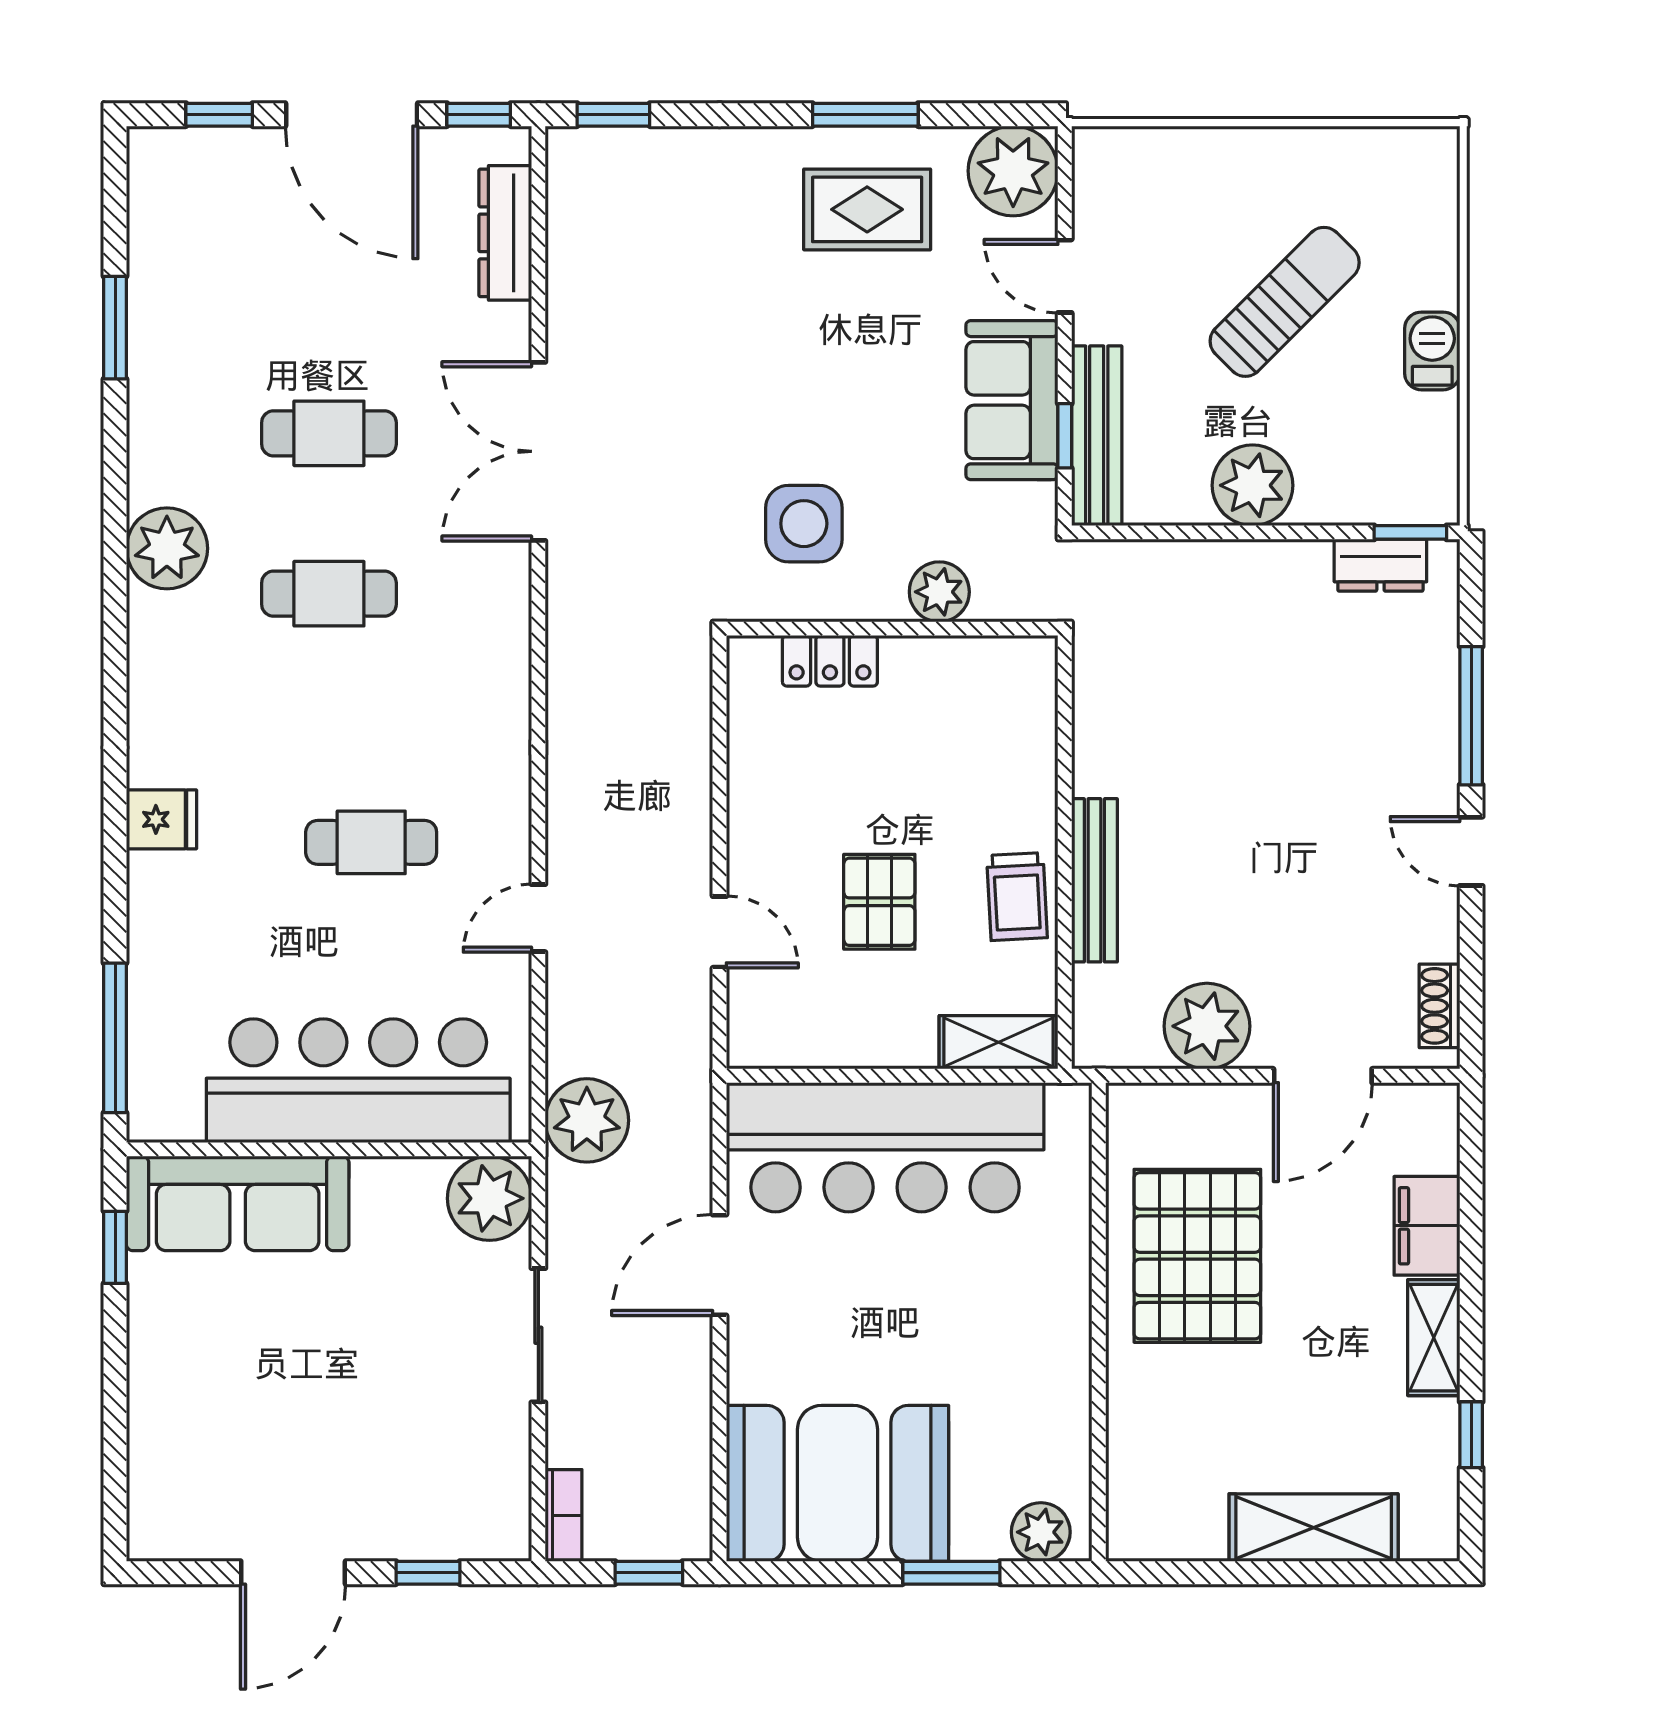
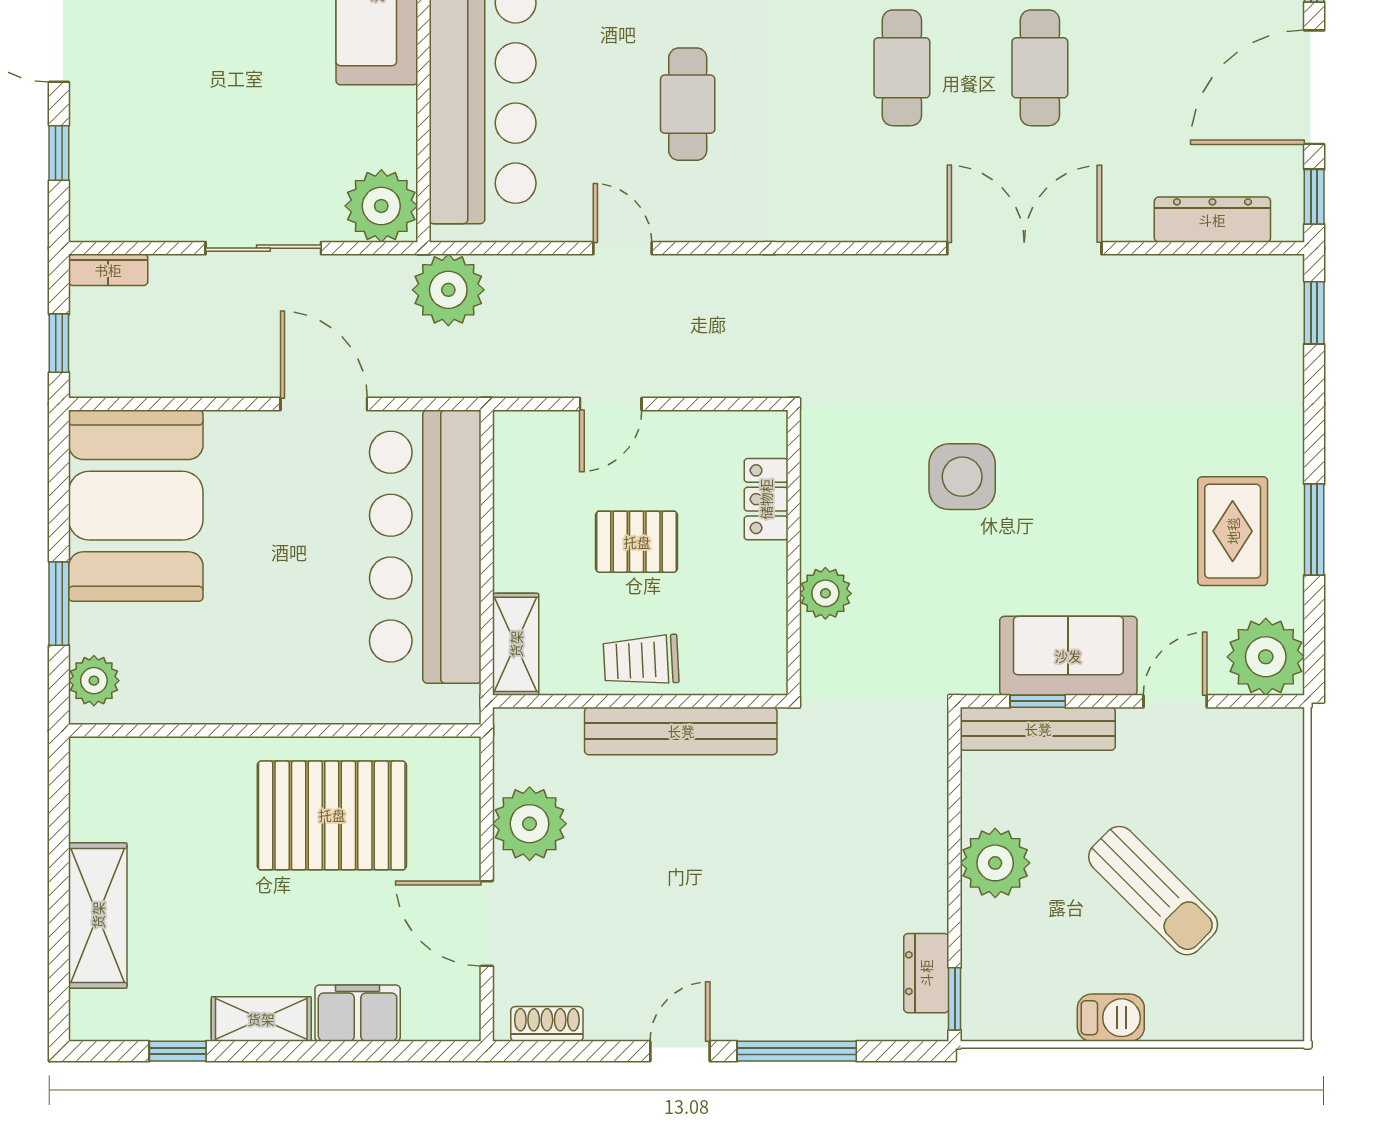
plant: (939, 592) -> (825, 593), moved
wall: (892, 629) -> (794, 553), moved
locker: (830, 661) -> (766, 499), moved
bench: (1094, 880) -> (681, 731), width x1.37, depth x1.21

